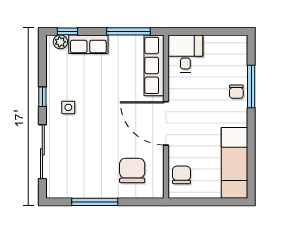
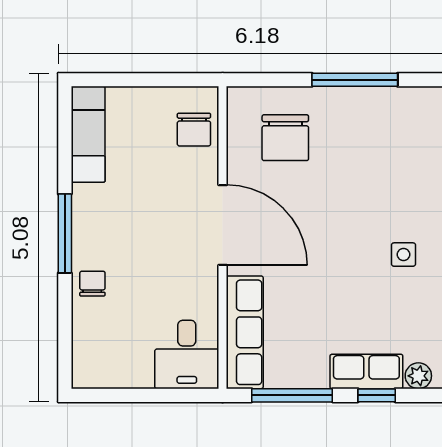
window: (67, 31) -> (377, 395), moved
window: (251, 87) -> (65, 233), moved
exam couch: (234, 163) -> (88, 134), width x0.73, depth x0.69

